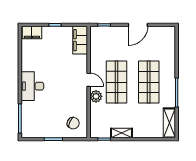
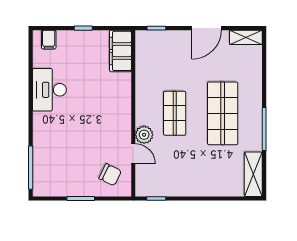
filing cabinet: (32, 32) -> (49, 40), width x0.50
door: (89, 80) -> (133, 154), moved
shop shelf: (117, 82) -> (175, 113), width x0.70, depth x0.74
desk: (32, 86) -> (49, 90), moved
shelving: (122, 133) -> (246, 37), moved

